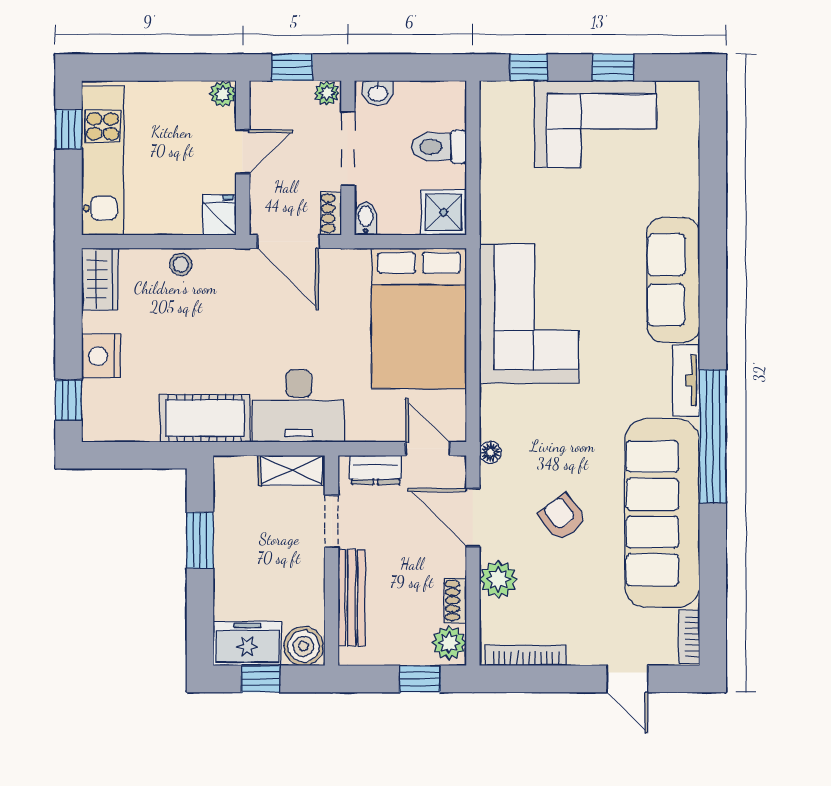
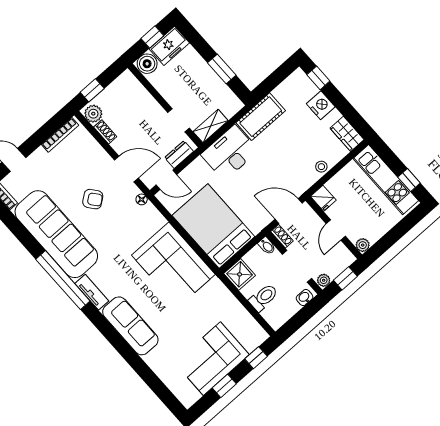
plant: (498, 579) -> (96, 154), removed
bench: (352, 598) -> (145, 98), removed

